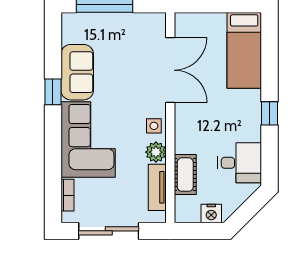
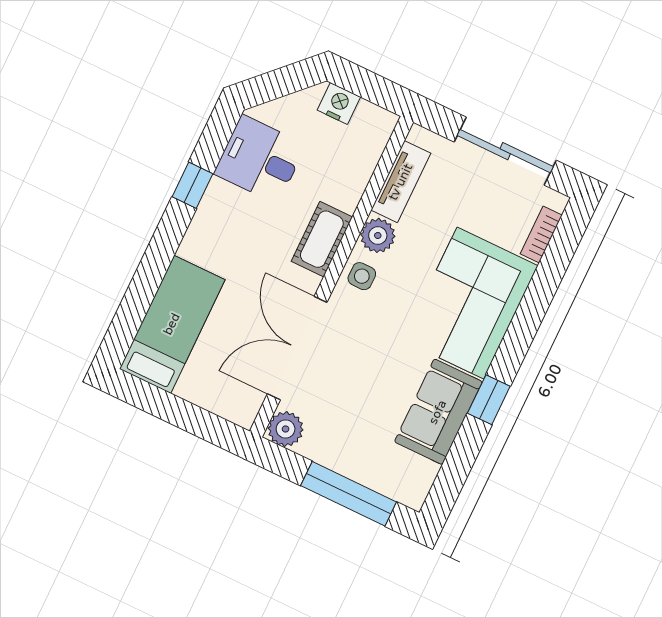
plant: (156, 23) -> (286, 429), added
window: (269, 113) -> (192, 185), moved
cot: (185, 175) -> (322, 239), moved

